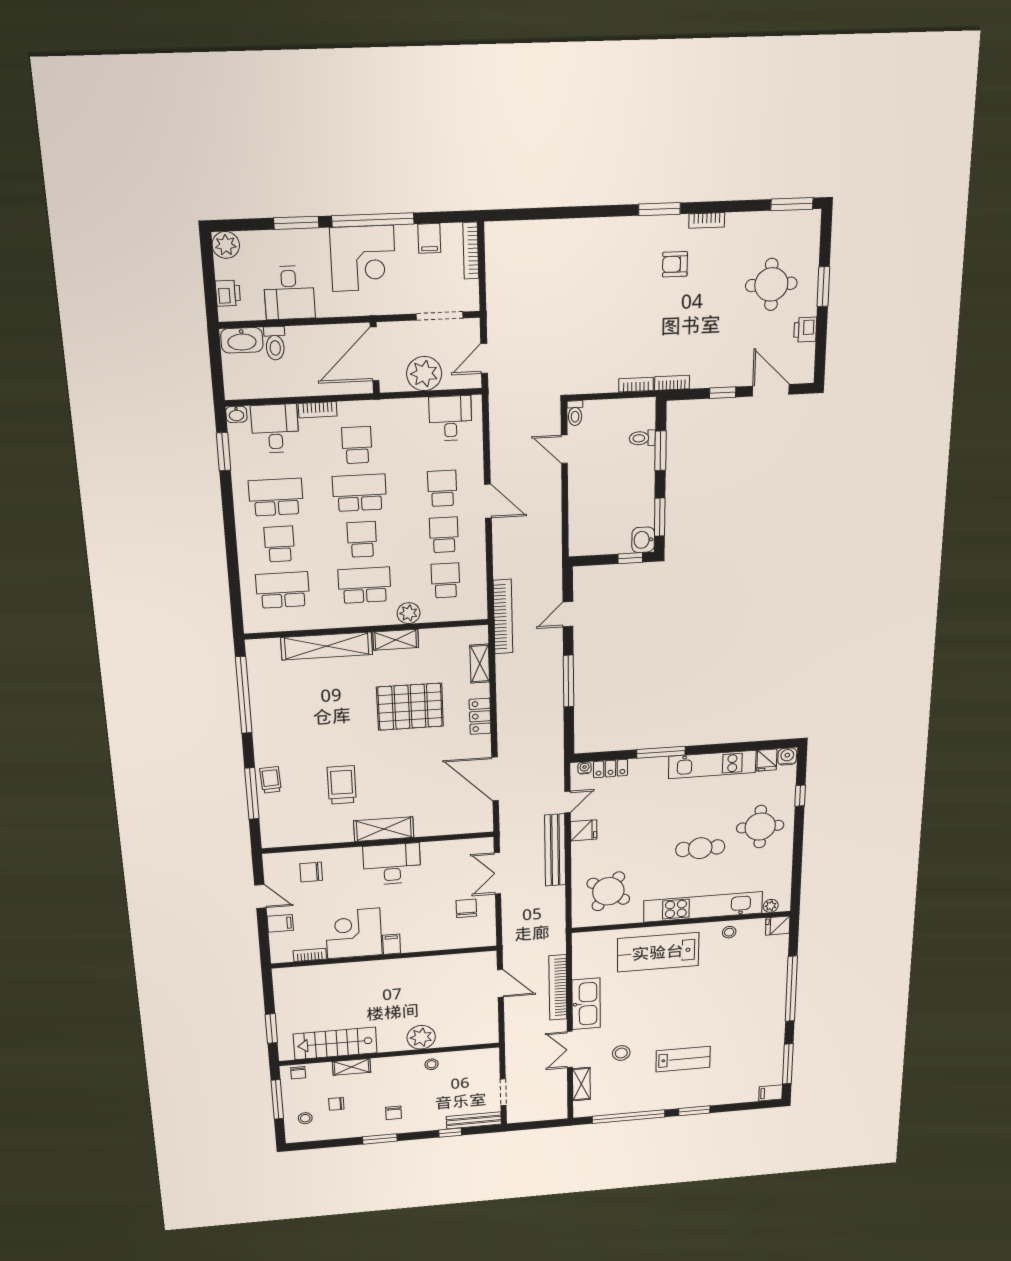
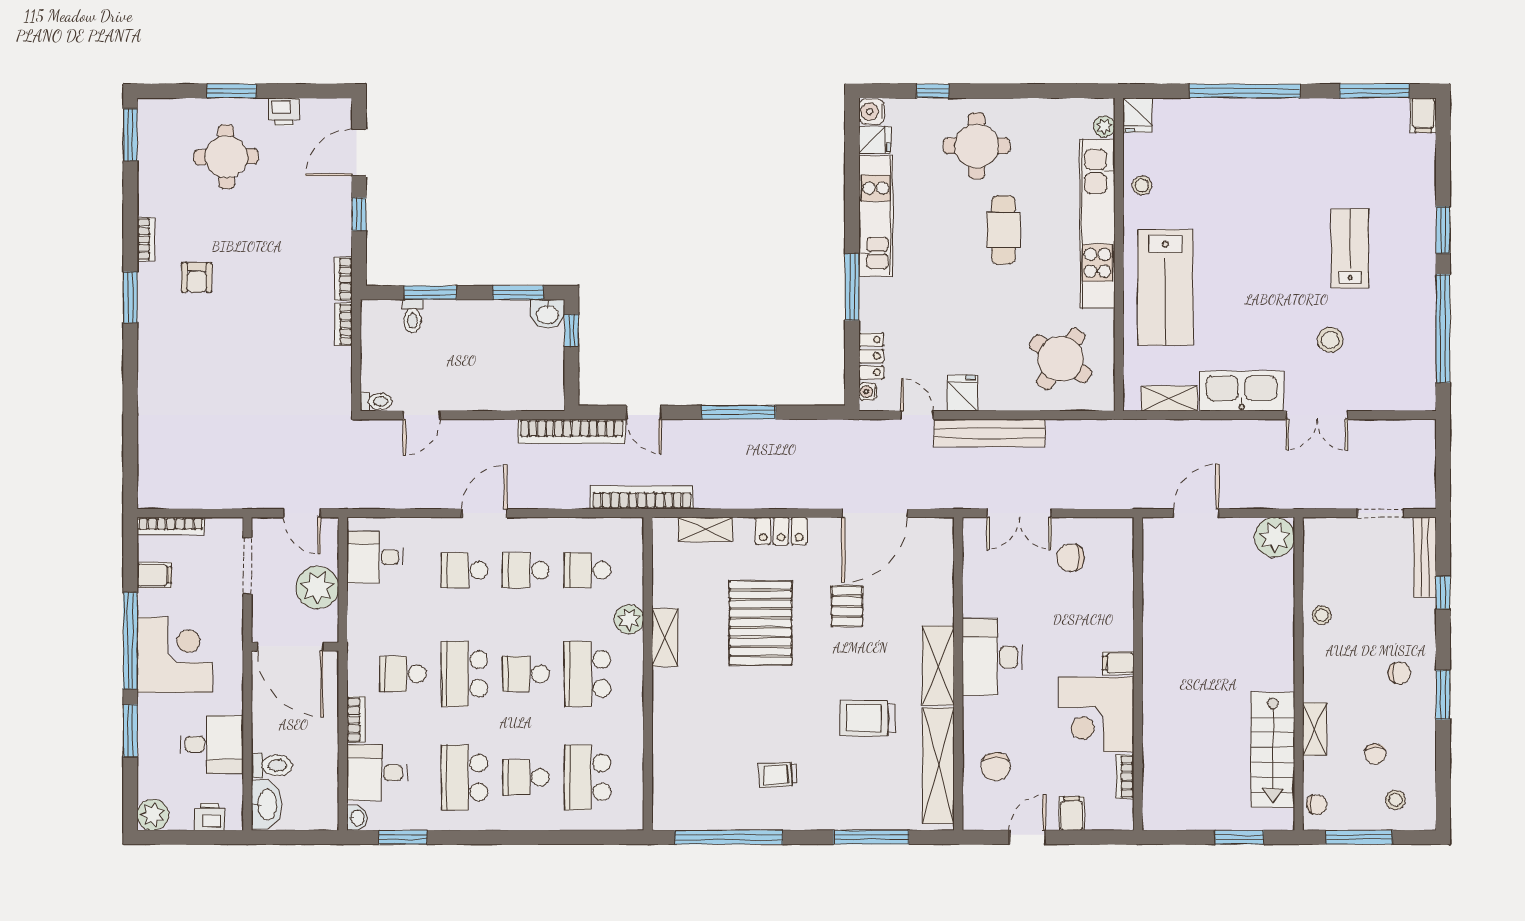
shelving: (327, 646) -> (938, 765), moved
pallet: (425, 765) -> (847, 606), added
trolley: (271, 780) -> (778, 775), moved
bookcase: (558, 987) -> (572, 431), moved
plant: (421, 1037) -> (1275, 537), moved
shelving: (581, 1084) -> (1169, 398), moved

